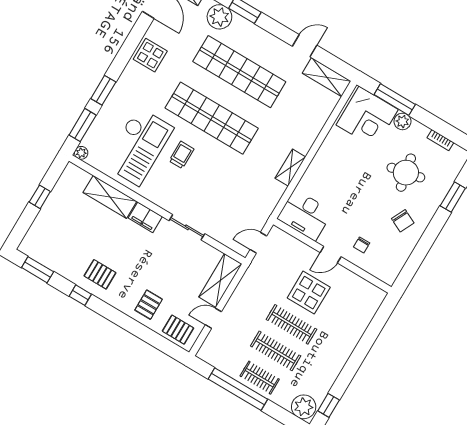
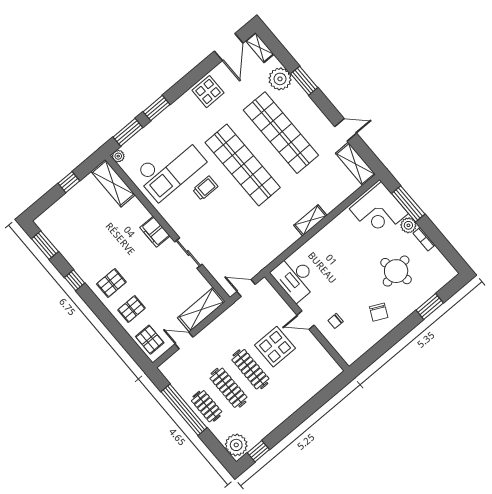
bookcase: (440, 140) -> (424, 239), moved
shelving: (290, 168) -> (310, 220), moved
shelving: (110, 197) -> (113, 183), moved
pallet: (100, 274) -> (111, 283), moved, turned 90

